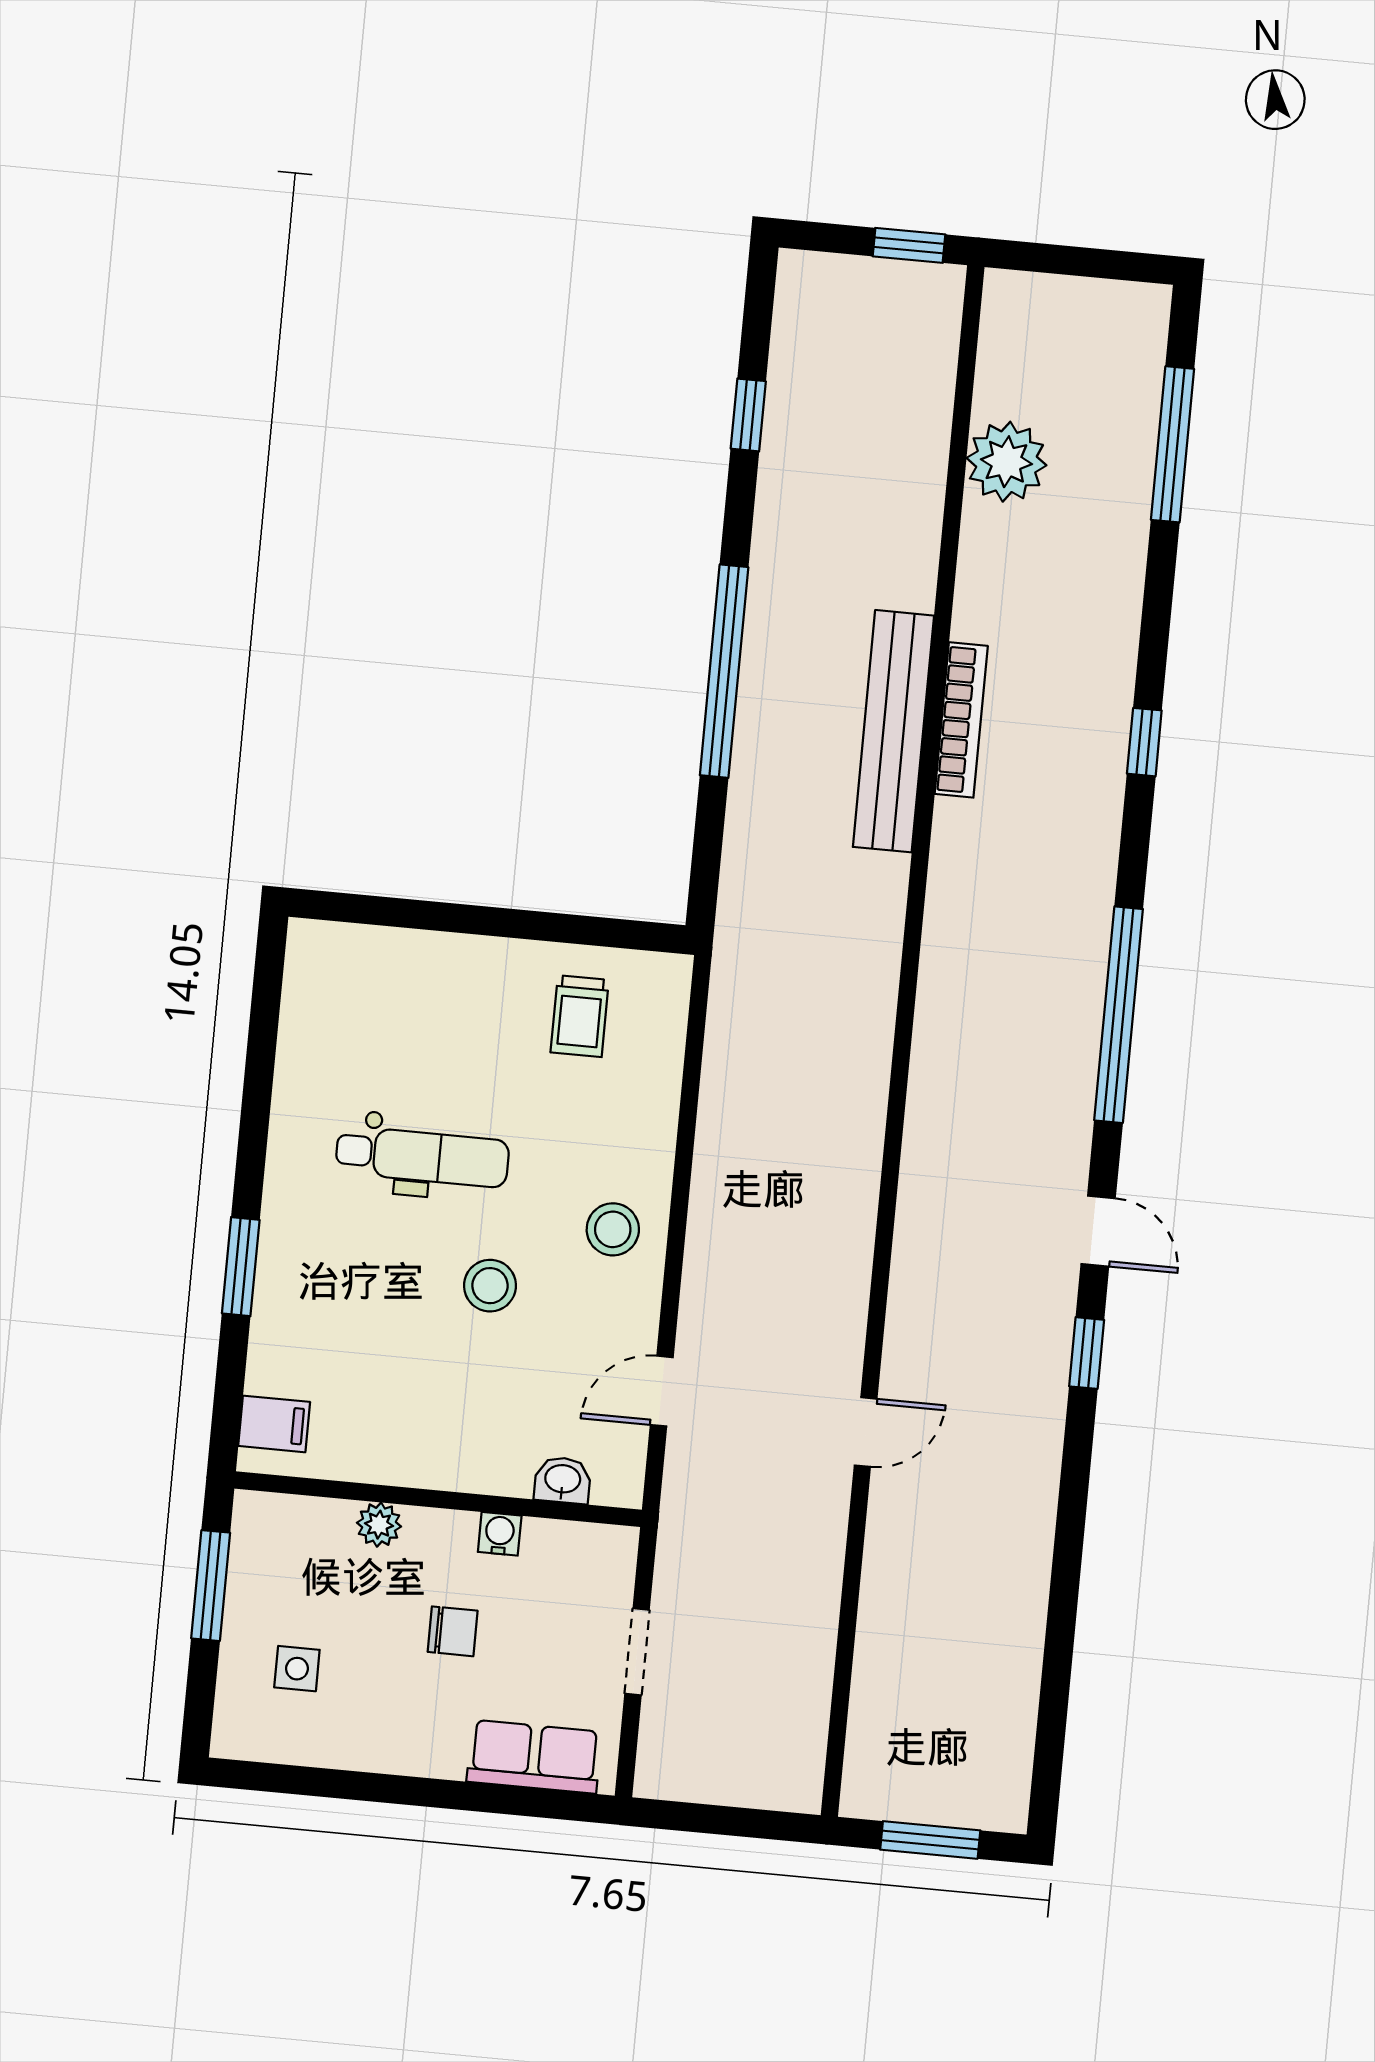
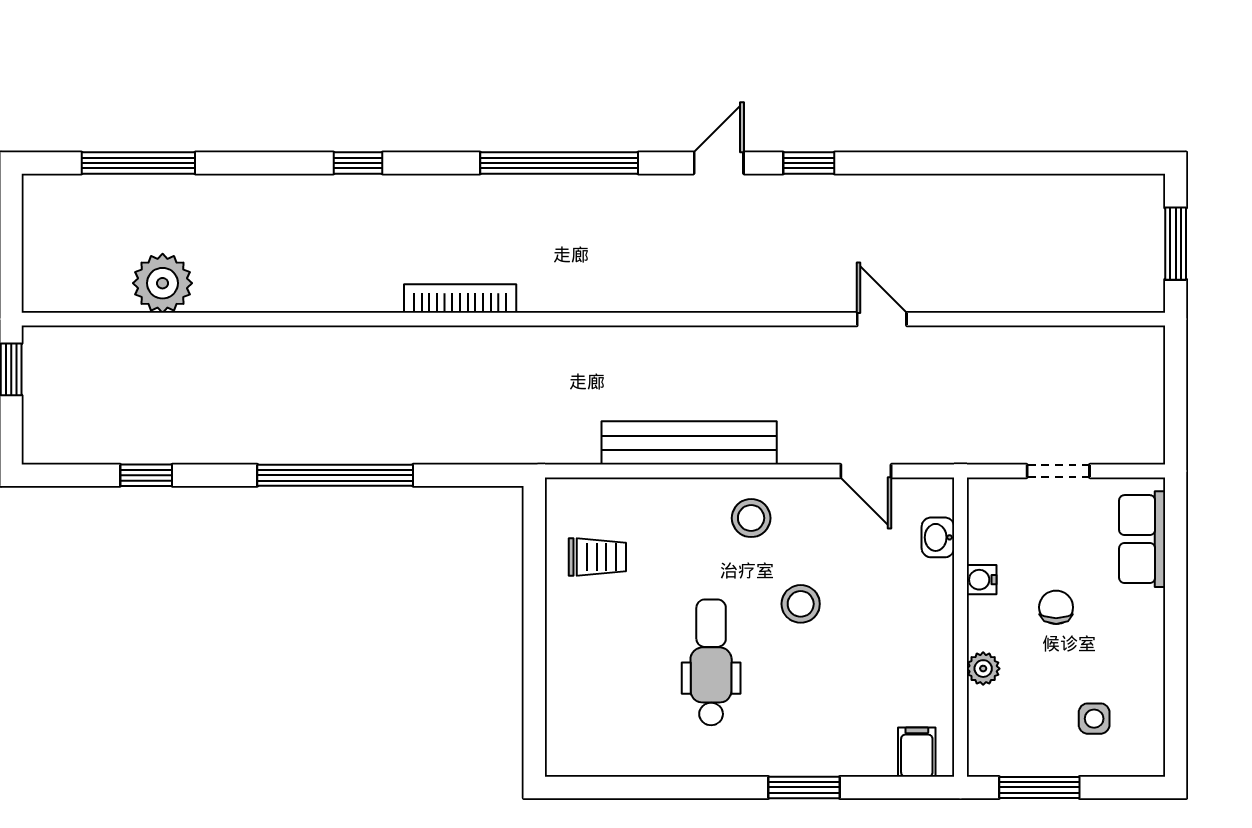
bookcase: (961, 720) -> (460, 298), moved
bench: (893, 731) -> (689, 443), moved

